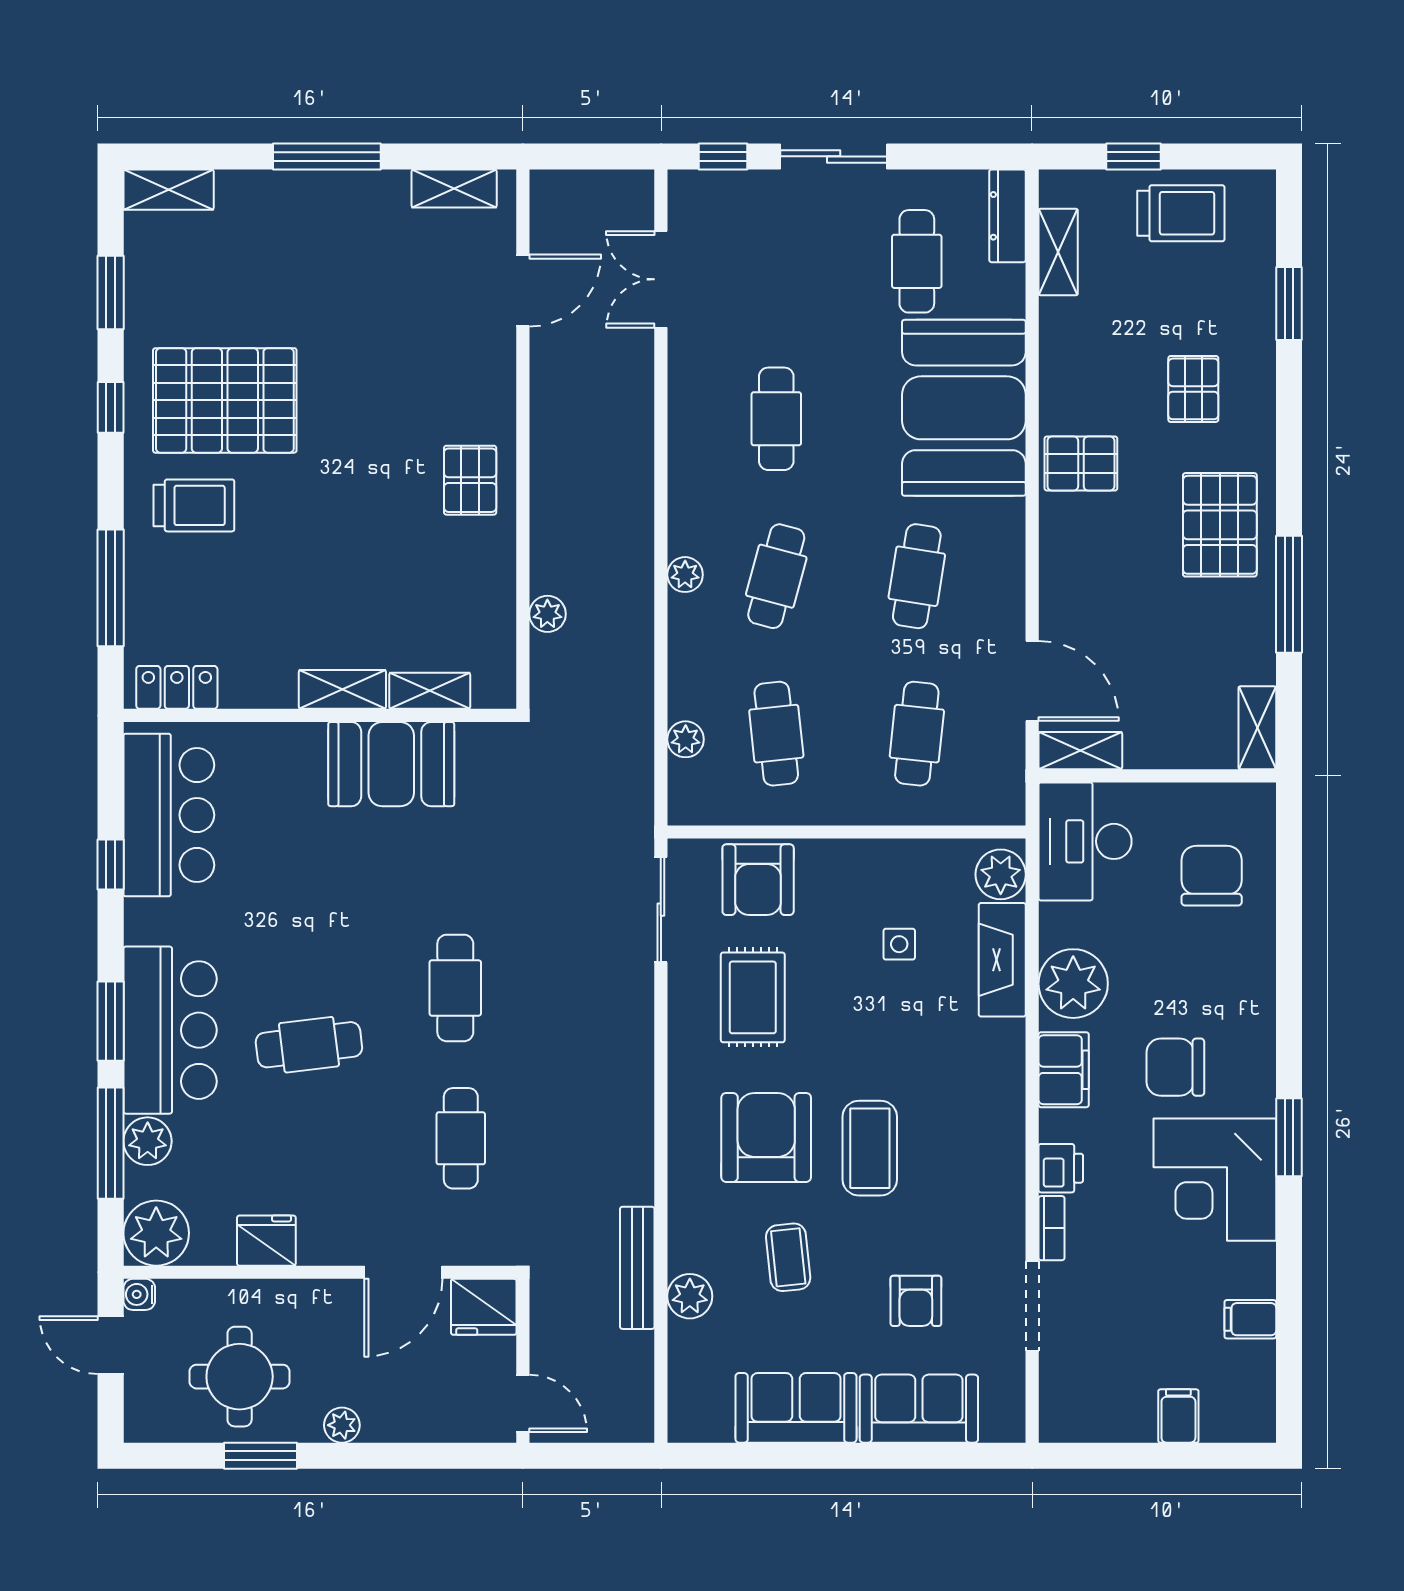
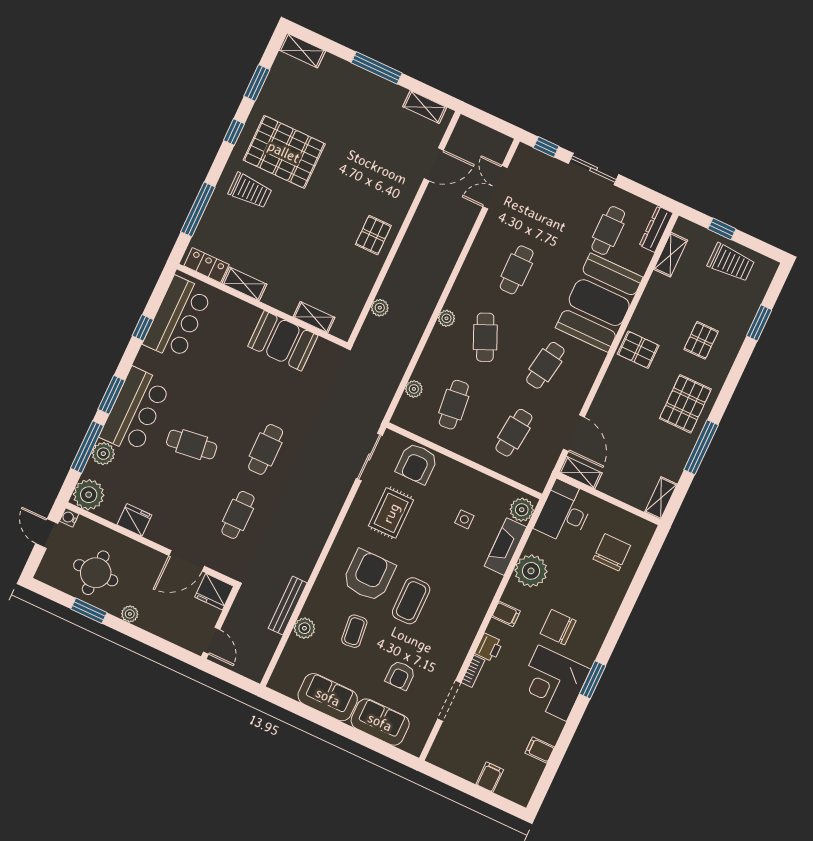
cafe table: (776, 576) -> (485, 337), turned -39
shelving: (342, 689) -> (244, 284), moved
filing cabinet: (1064, 1070) -> (506, 614), width x0.50

